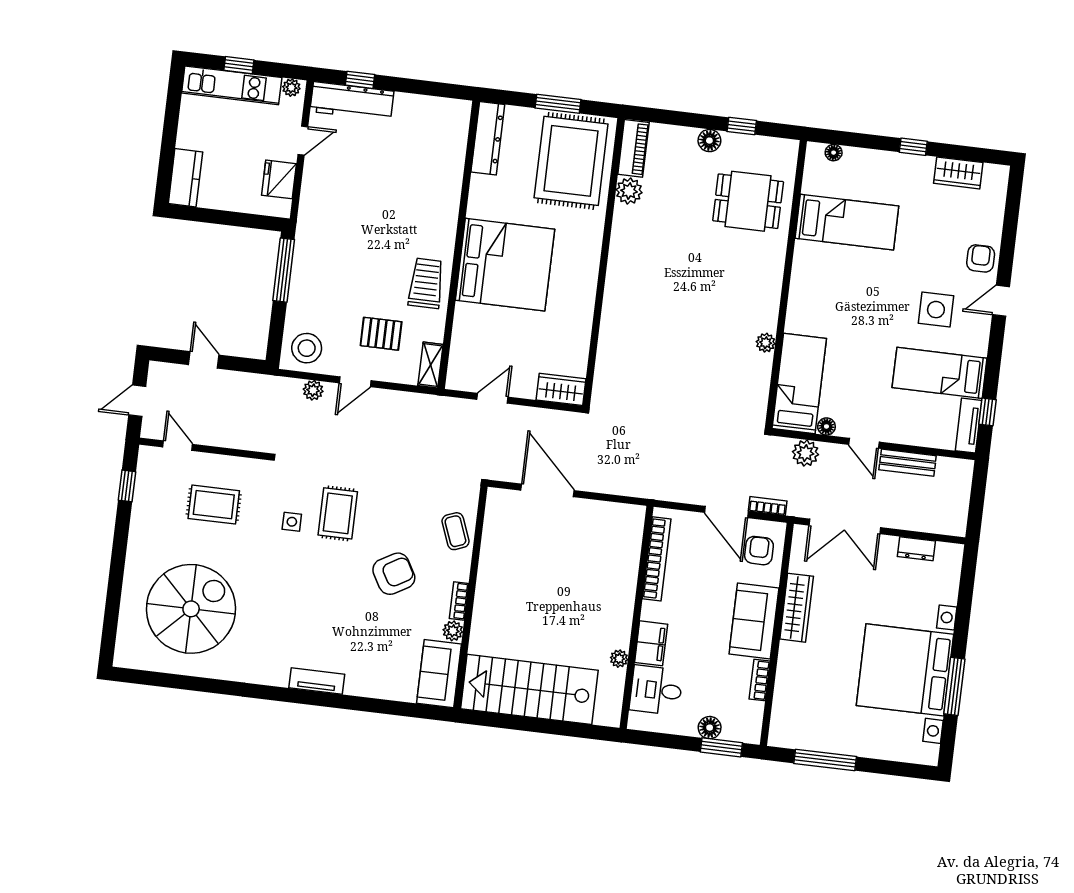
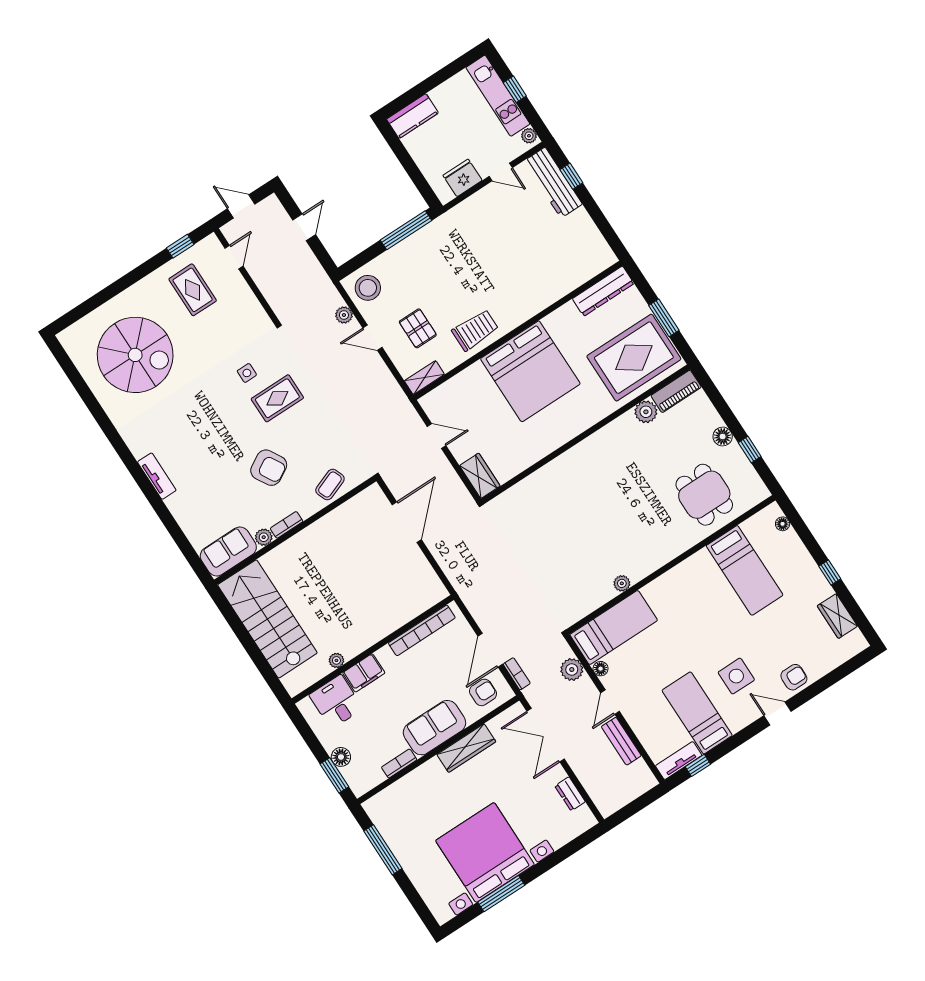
rug: (214, 505) -> (193, 290), moved

